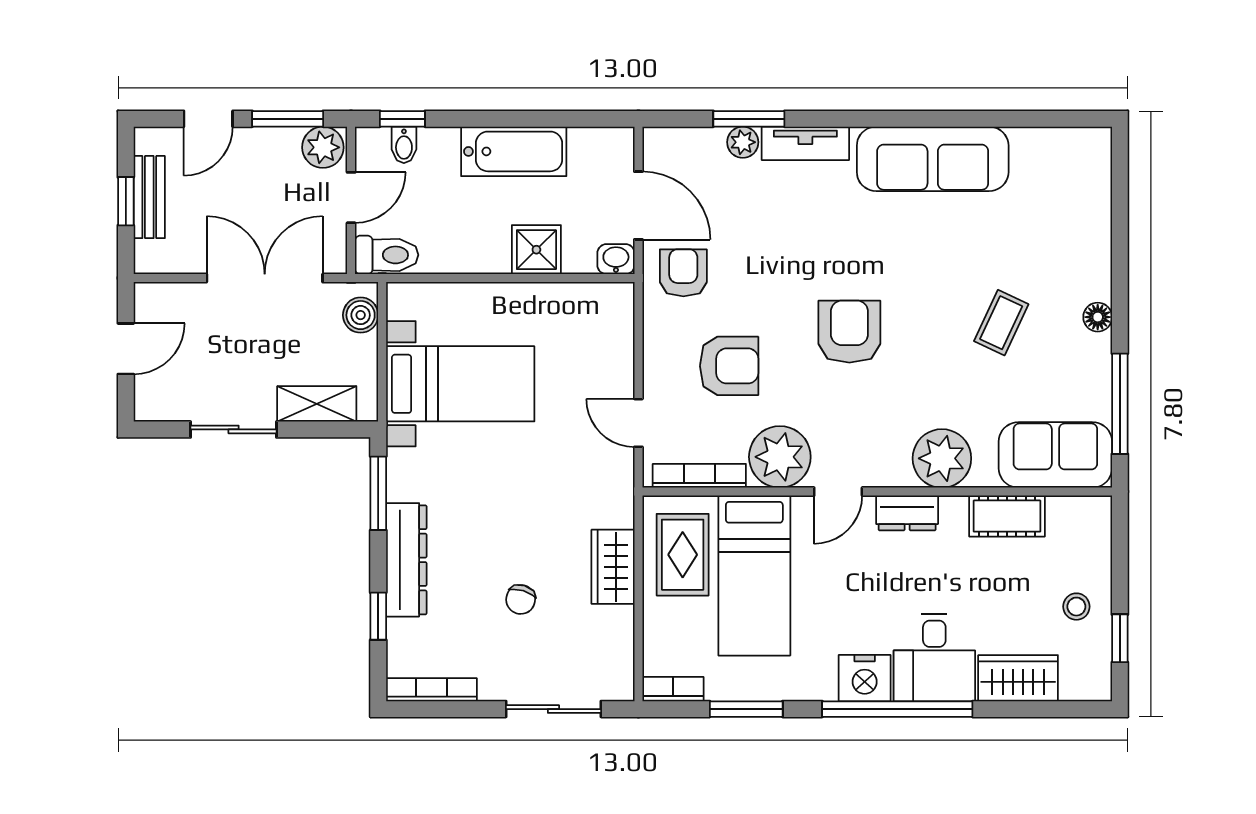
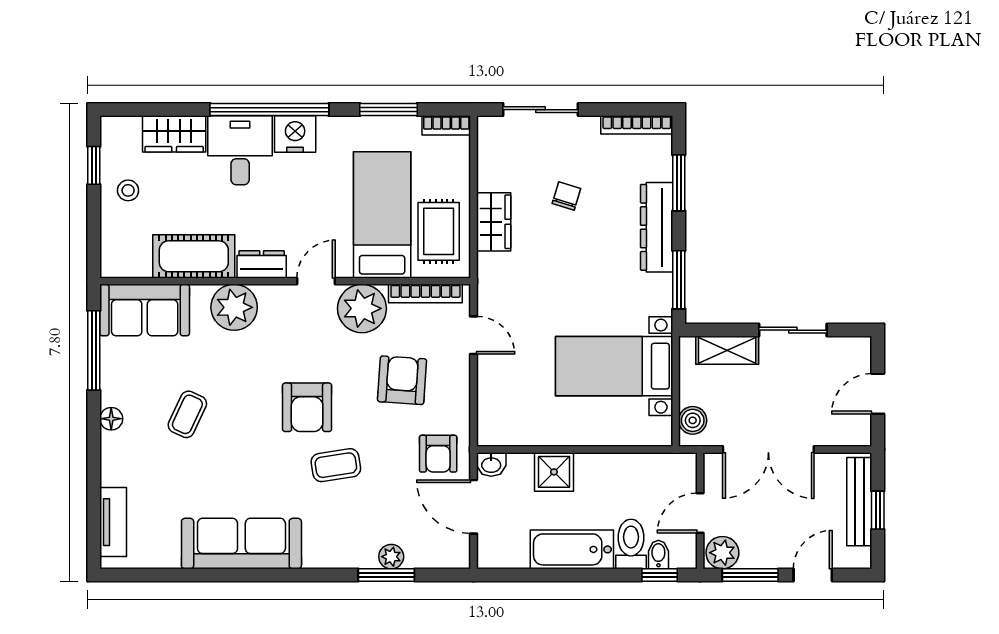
tv unit: (805, 143) -> (113, 522), moved, turned 90
bench: (149, 197) -> (859, 502), width x1.36
toilet: (387, 255) -> (631, 544), moved, turned 90
coffee table: (813, 258) -> (336, 465), added
armchair: (729, 366) -> (402, 380), turned 94
cot: (1007, 516) -> (194, 256), width x1.37, depth x1.34
window: (378, 616) -> (679, 183), width x1.50

